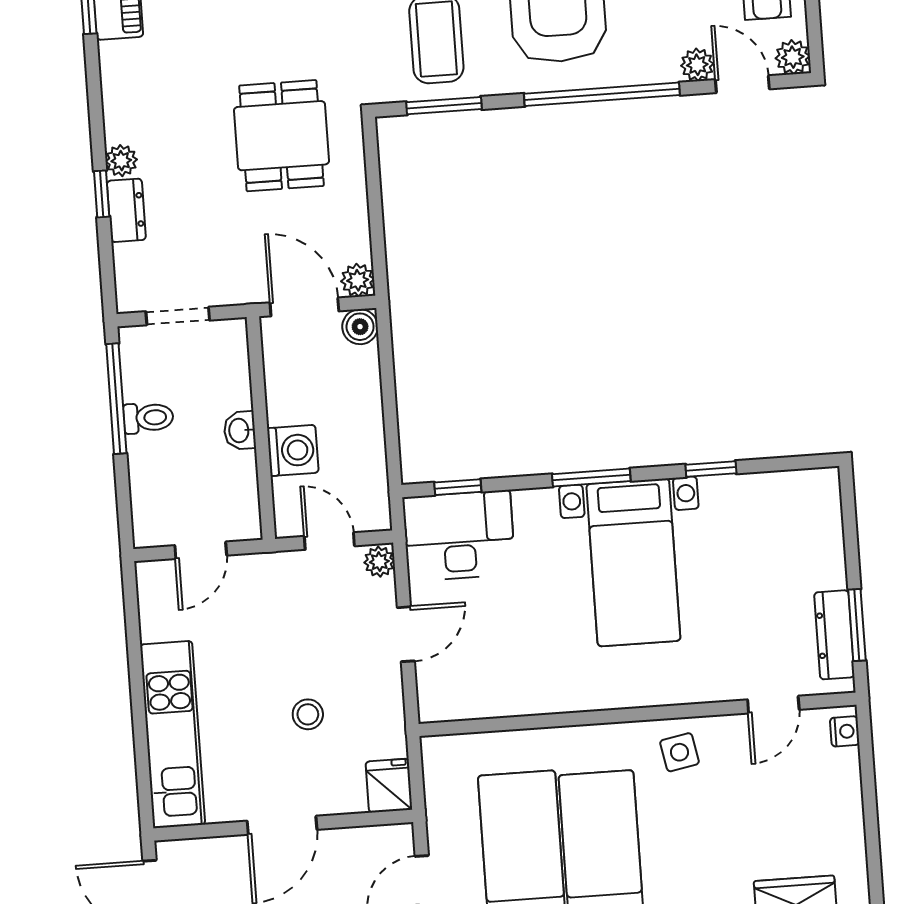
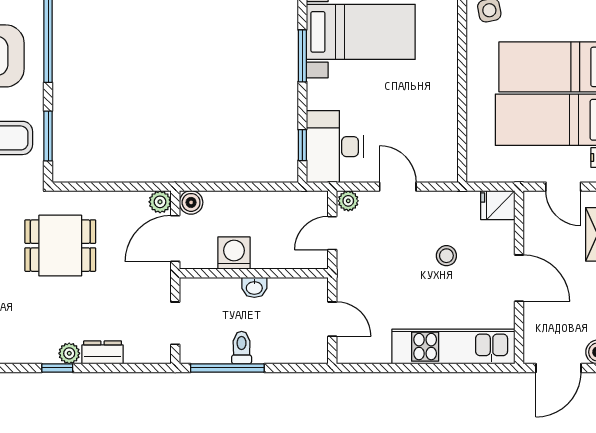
window: (102, 194) -> (57, 368), moved
washing machine: (293, 450) -> (234, 253), moved

